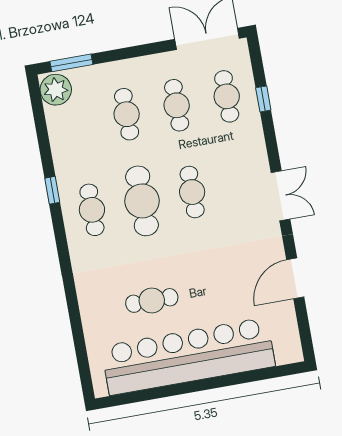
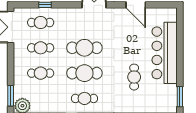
cafe table: (192, 192) -> (84, 48), width x1.37, depth x1.35
bar counter: (188, 356) -> (165, 53), width x0.73
window: (129, 398) -> (180, 97), added

